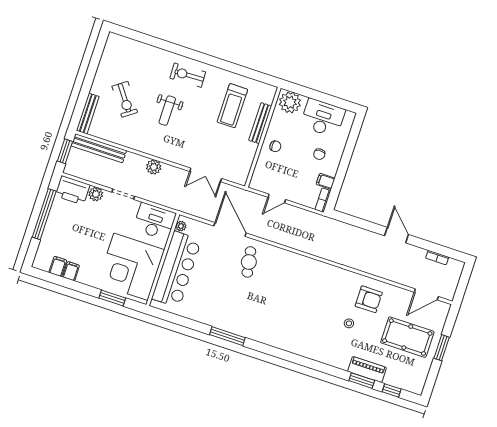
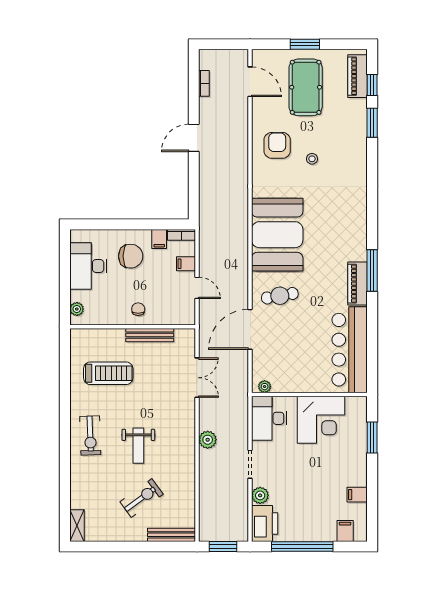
shelving: (120, 41) -> (77, 526), added
plant: (290, 102) -> (77, 309), width x0.53, depth x0.53
weight bench: (167, 111) -> (138, 446), turned 90
bench: (260, 123) -> (150, 335), moved
bench: (99, 148) -> (207, 509), removed
chair: (319, 154) -> (131, 256), width x1.87, depth x1.87
filing cabinet: (299, 196) -> (186, 264), added
filing cabinet: (58, 266) -> (345, 531), moved, turned 90
corner desk: (131, 267) -> (321, 420), width x0.74, depth x0.74
bar counter: (177, 269) -> (350, 350), moved, turned -90
booth: (298, 276) -> (277, 235), added
piano: (238, 327) -> (358, 284), added
window: (227, 336) -> (372, 270), moved
piano: (367, 369) -> (358, 76), moved

